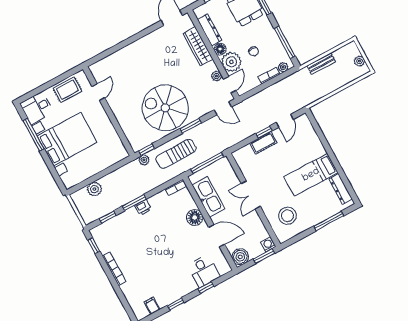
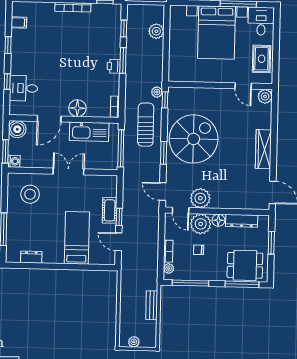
wardrobe: (198, 46) -> (263, 149), moved, turned -90
plant: (97, 69) -> (265, 96), added
plant: (217, 76) -> (200, 198), width x1.88, depth x1.88
door: (223, 108) -> (163, 191), hinge flipped
bed: (311, 175) -> (77, 238), moved
dresser: (341, 189) -> (31, 257), width x0.70

